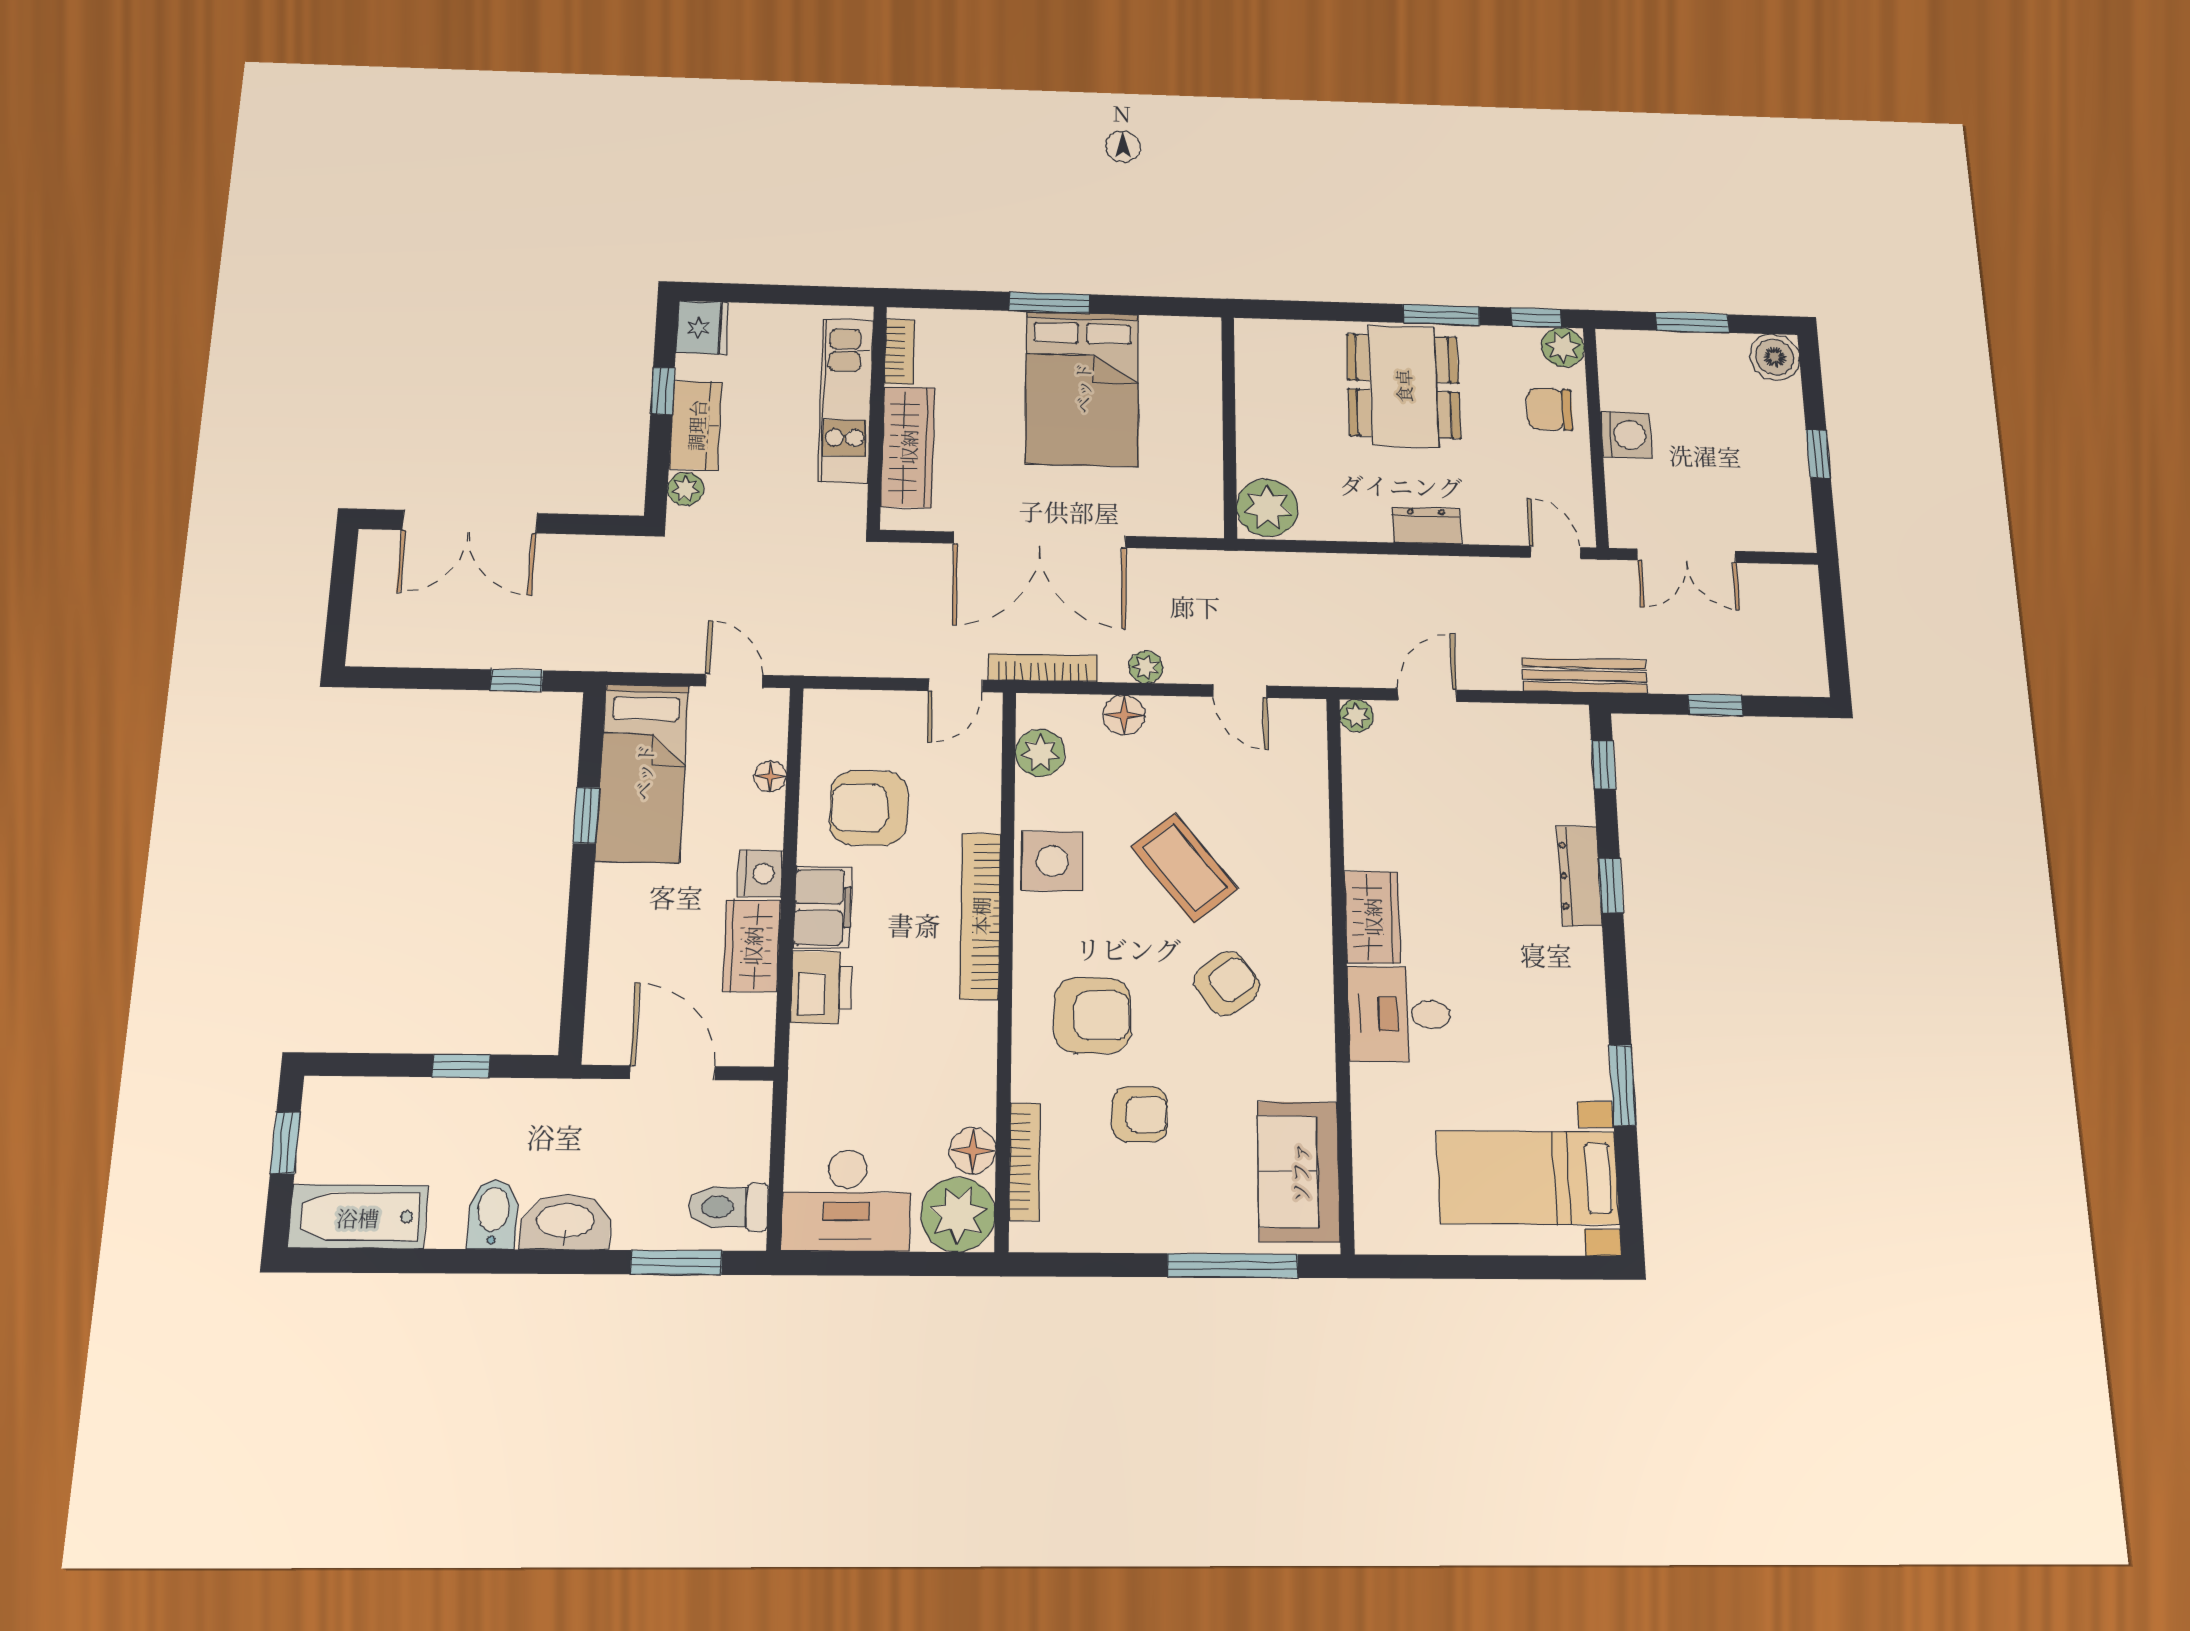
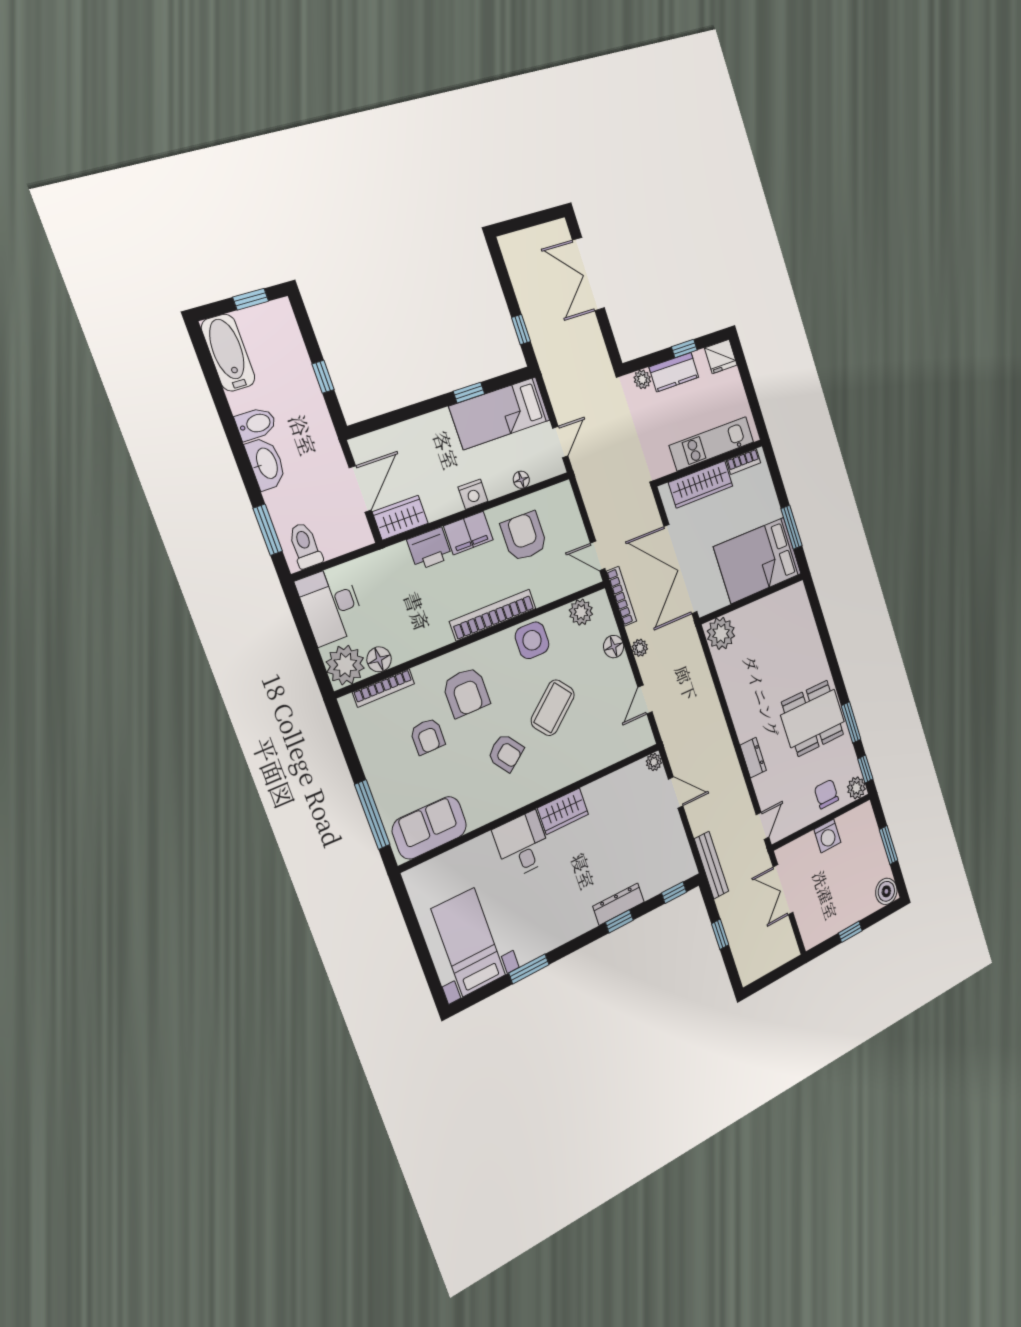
wall: (1229, 426) -> (752, 599), moved
plant: (1267, 508) -> (721, 633), moved
wardrobe: (752, 946) -> (400, 518), moved

